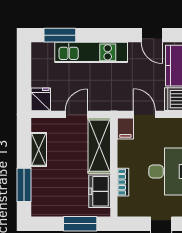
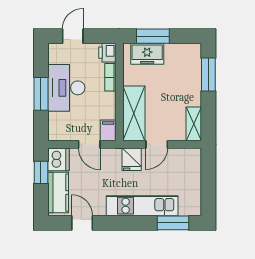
fridge: (41, 99) -> (132, 159), moved
shelving: (39, 149) -> (194, 124), moved
freezer: (100, 191) -> (147, 54), moved, turned 90
printer: (126, 207) -> (107, 53), added

